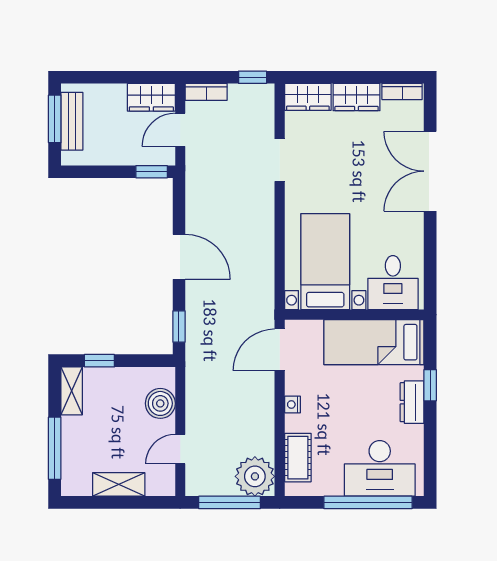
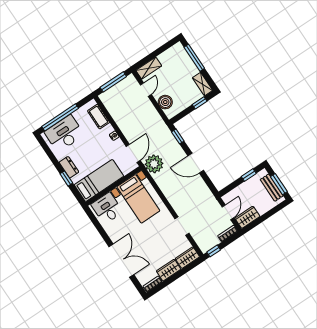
window: (152, 172) -> (249, 175), moved
plant: (255, 476) -> (154, 164), moved
shelving: (119, 484) -> (149, 68), moved

